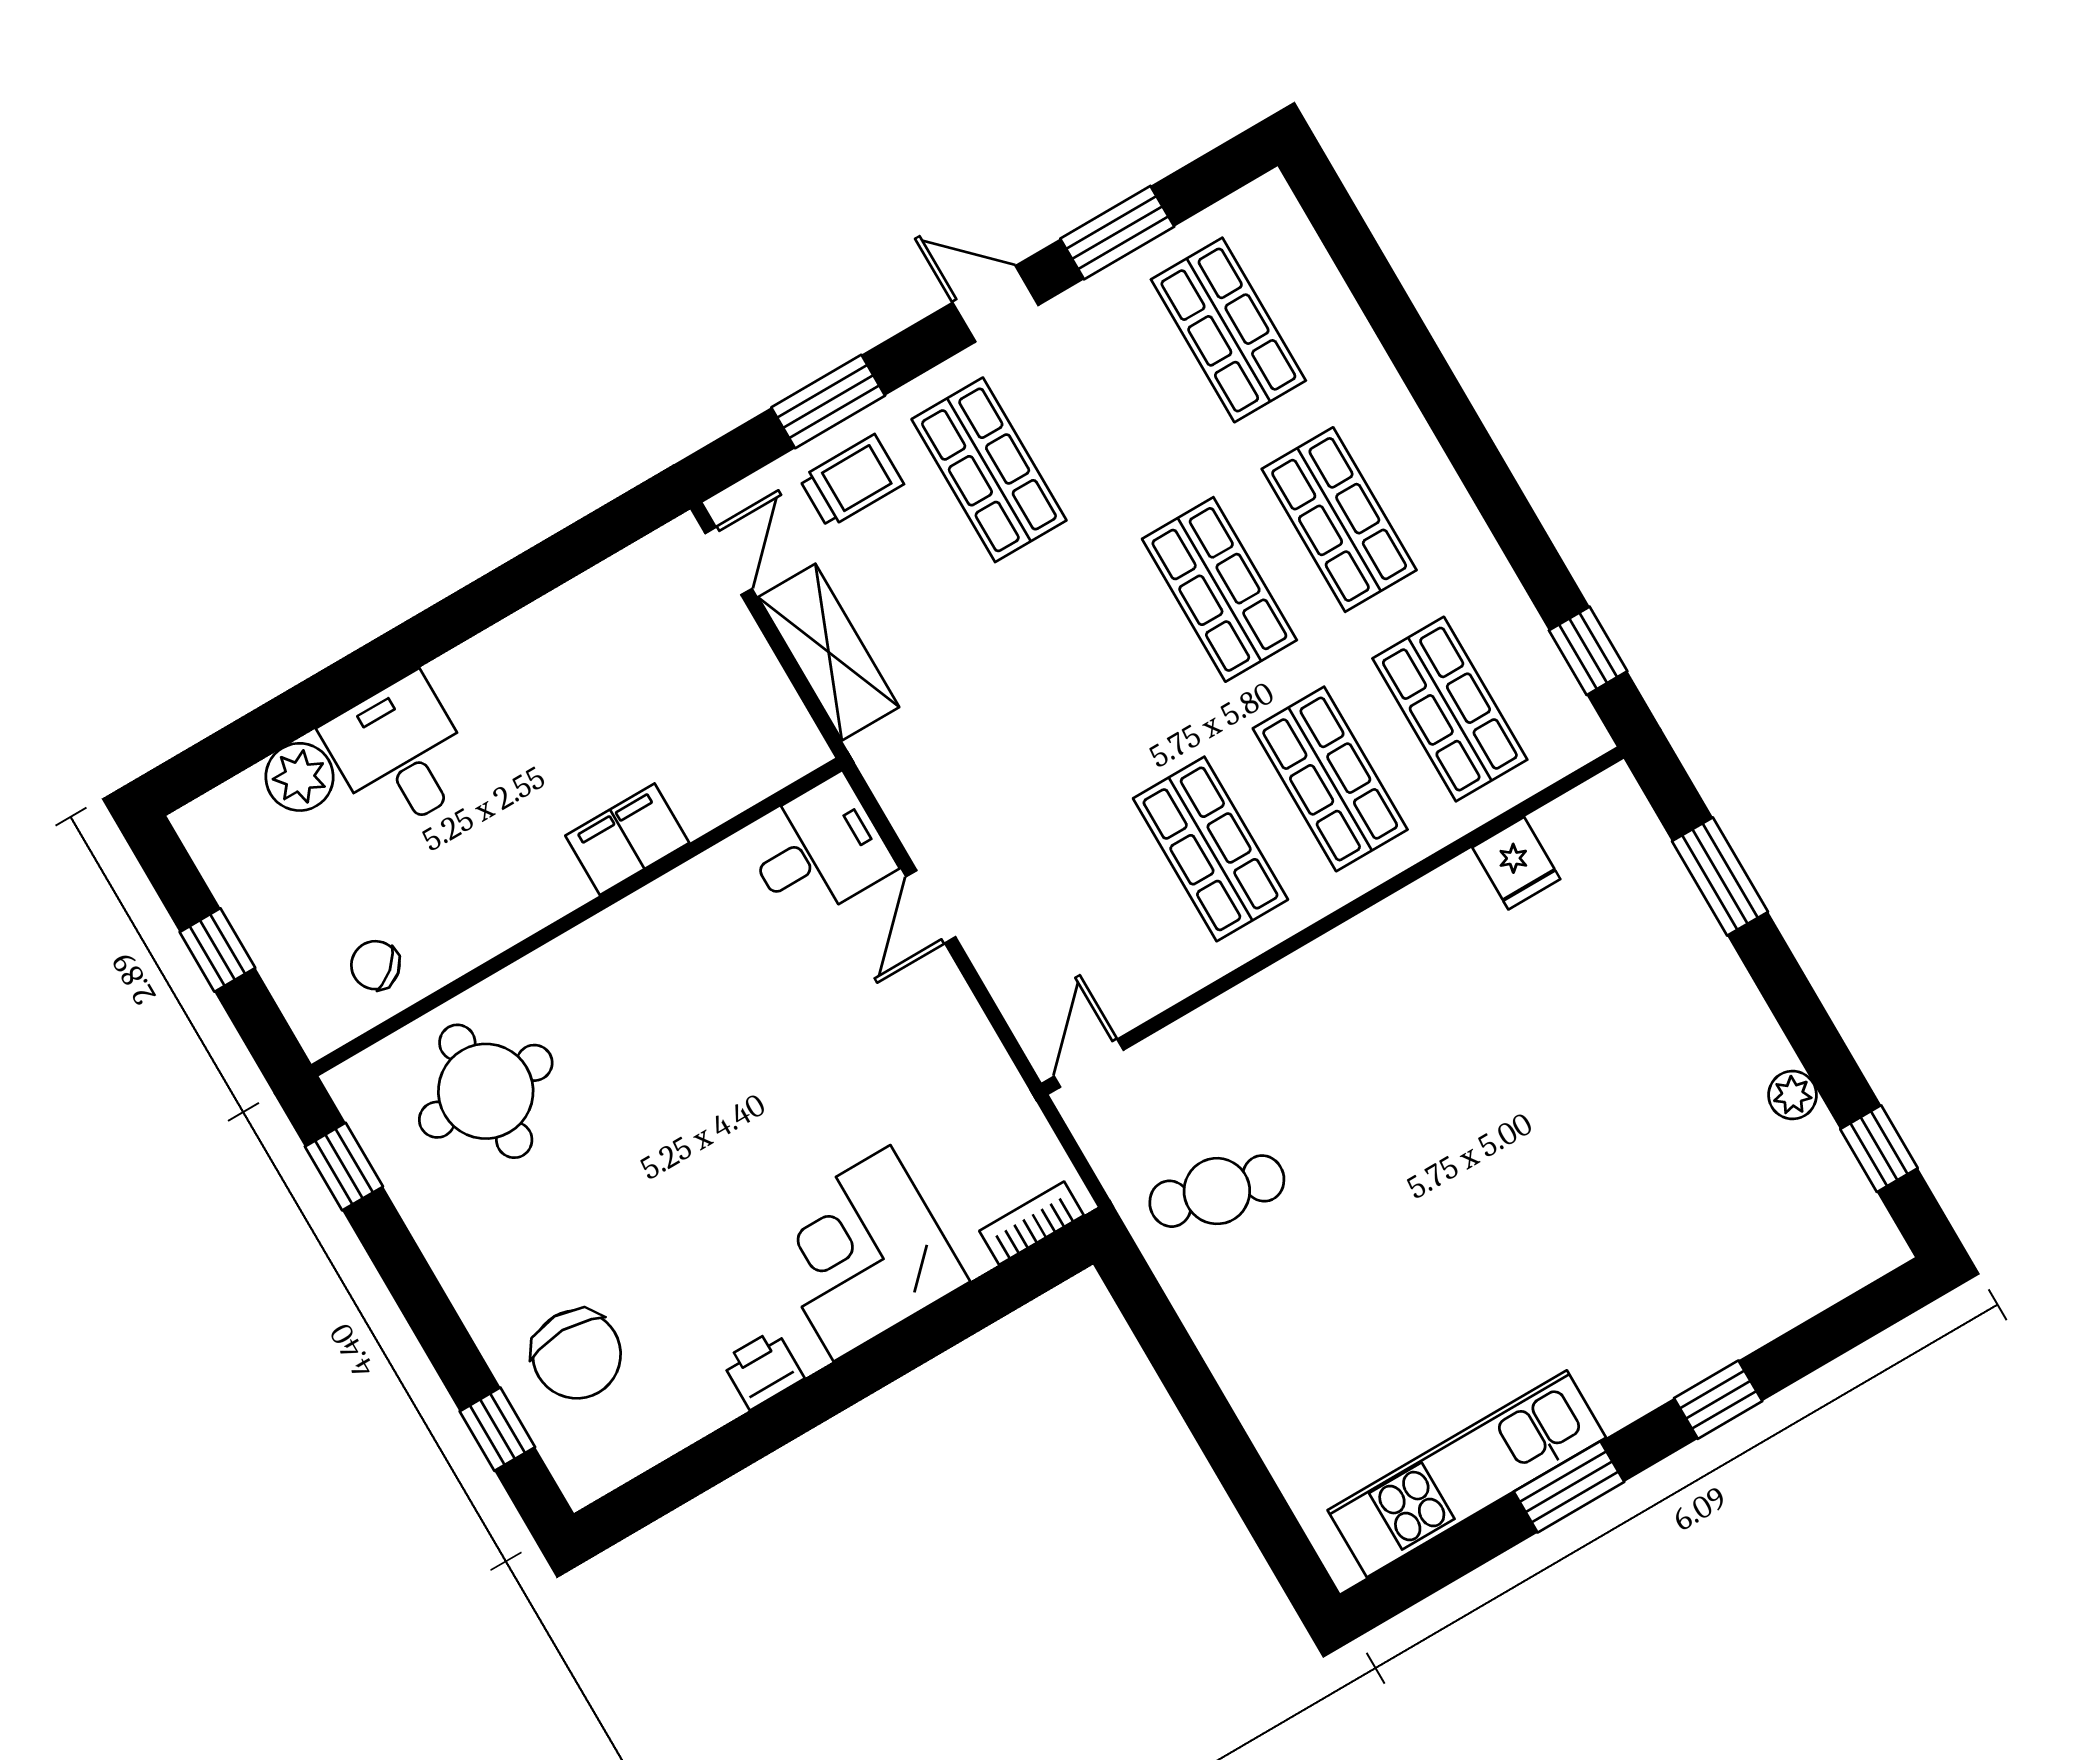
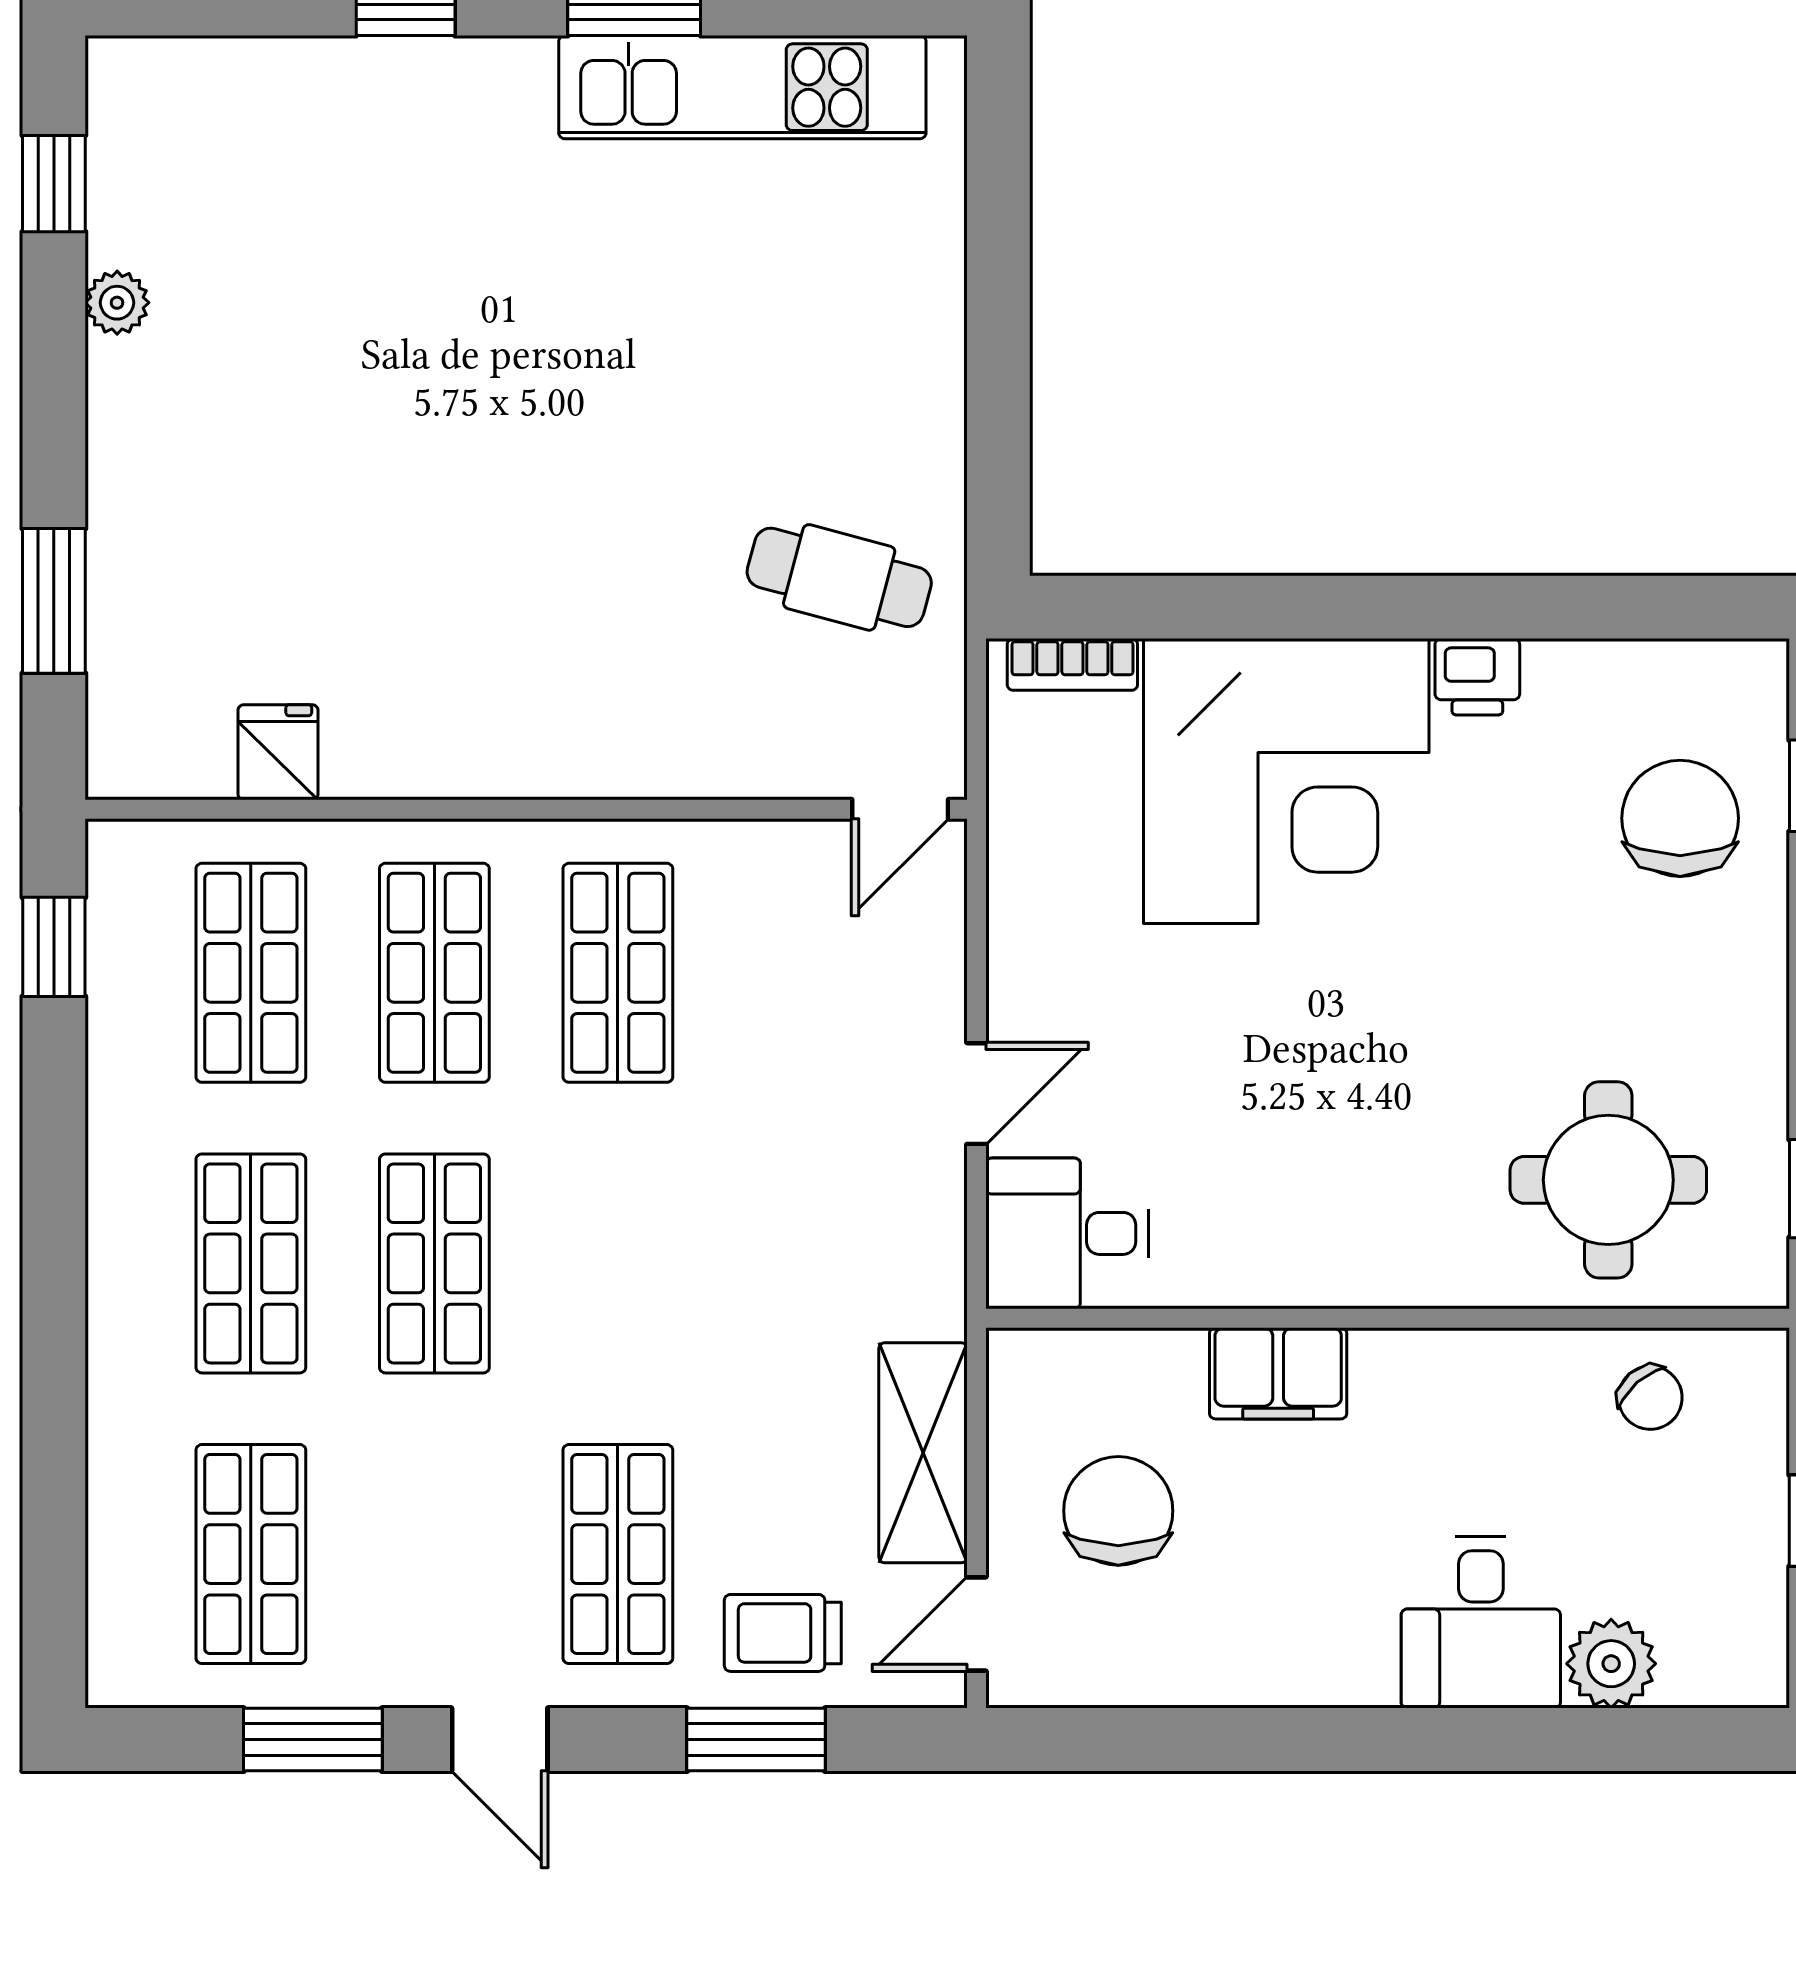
chair: (679, 689) -> (1118, 1511), added
corner desk: (862, 1253) -> (1286, 781), width x1.36, depth x1.36

